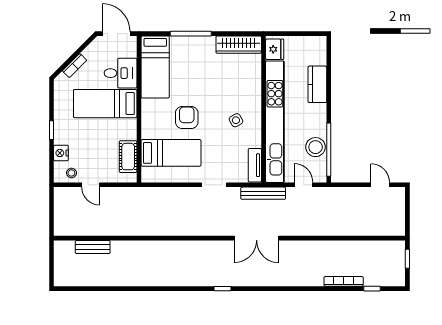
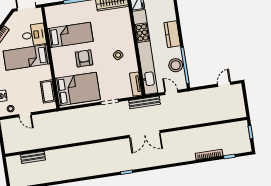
bed: (155, 67) -> (70, 35), moved, turned -90
kitchen counter: (317, 84) -> (172, 34), moved
bed: (171, 153) -> (78, 89), width x1.50
door: (380, 185) -> (224, 84), hinge flipped

